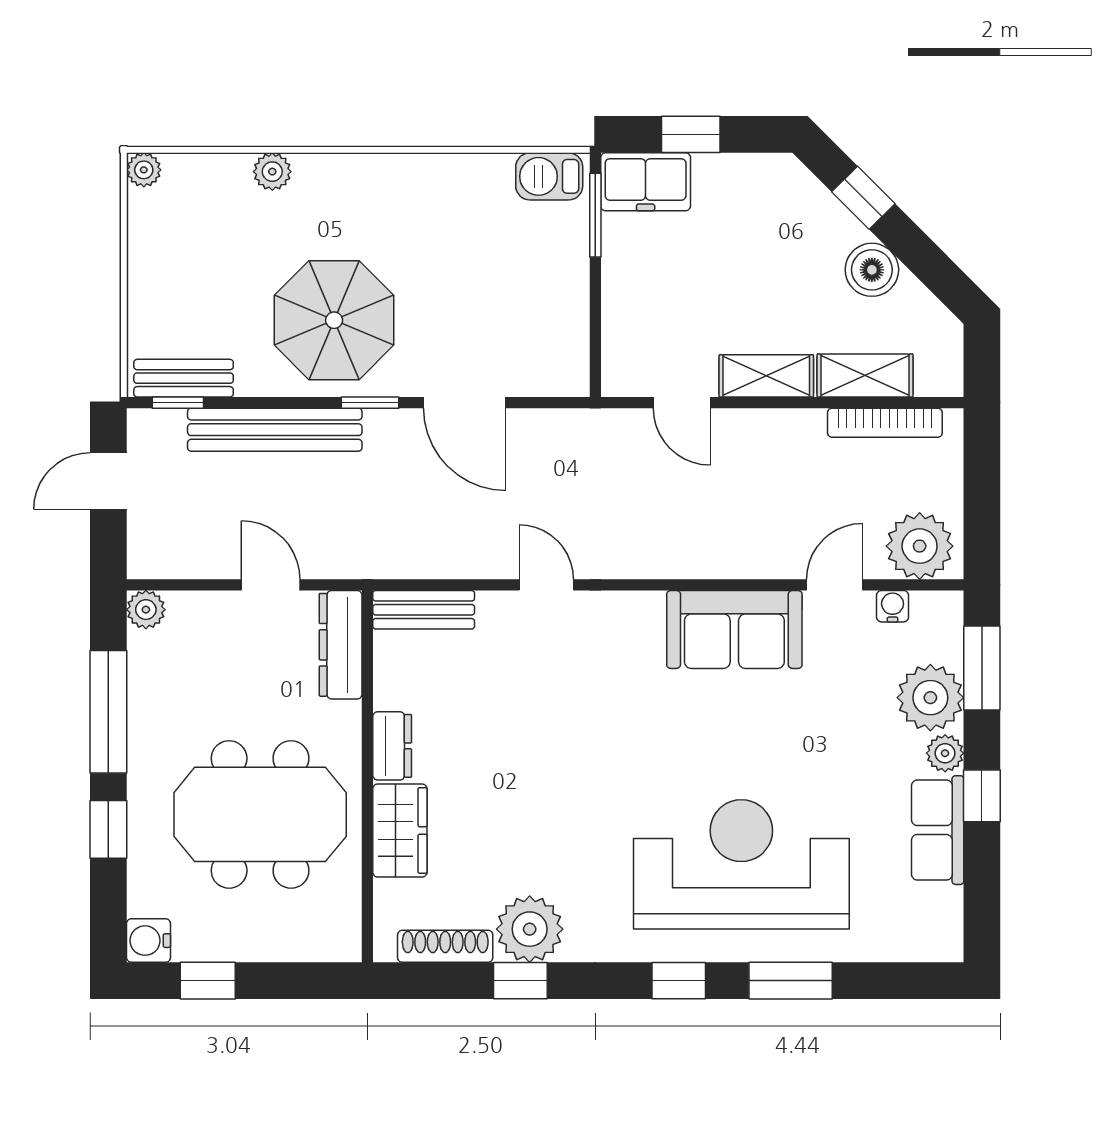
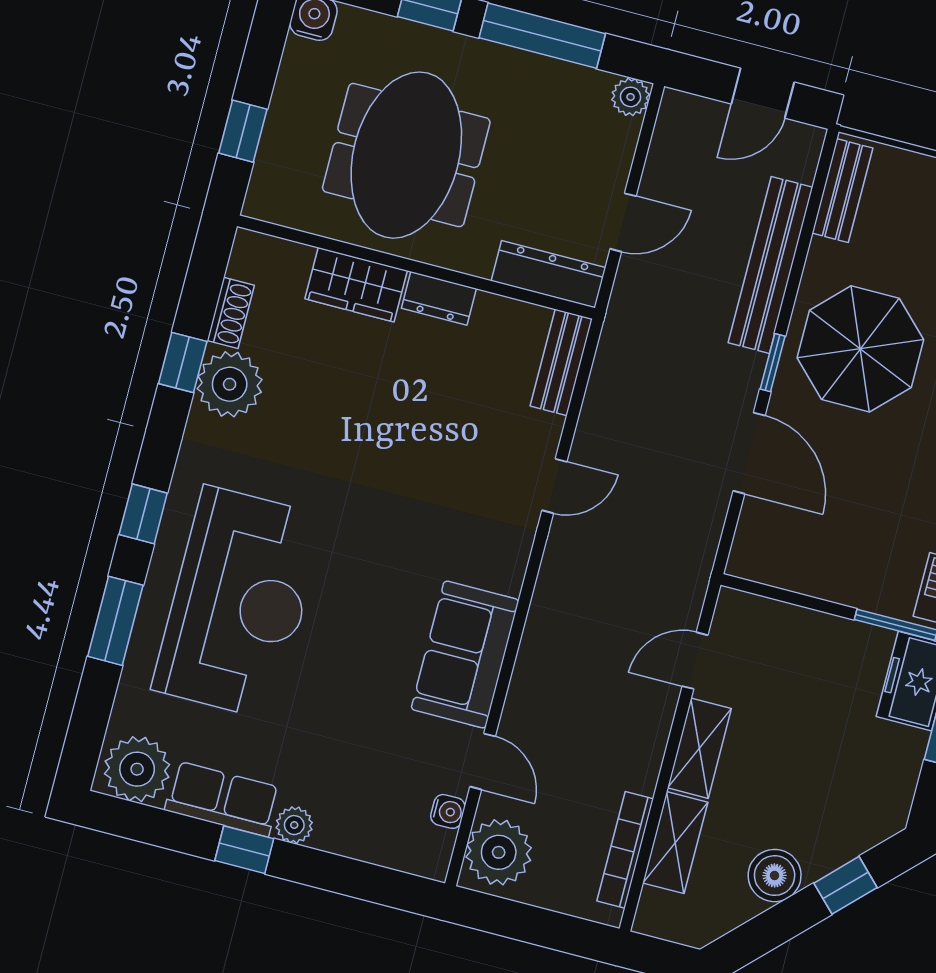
window: (178, 403) -> (820, 179), removed
door: (465, 403) -> (749, 453), swing flipped
door: (108, 481) -> (763, 93), swing flipped
window: (982, 668) -> (366, 882), removed
plant: (930, 698) -> (137, 769), moved
shoe rack: (445, 946) -> (231, 313), width x0.70
window: (208, 981) -> (243, 131), moved

